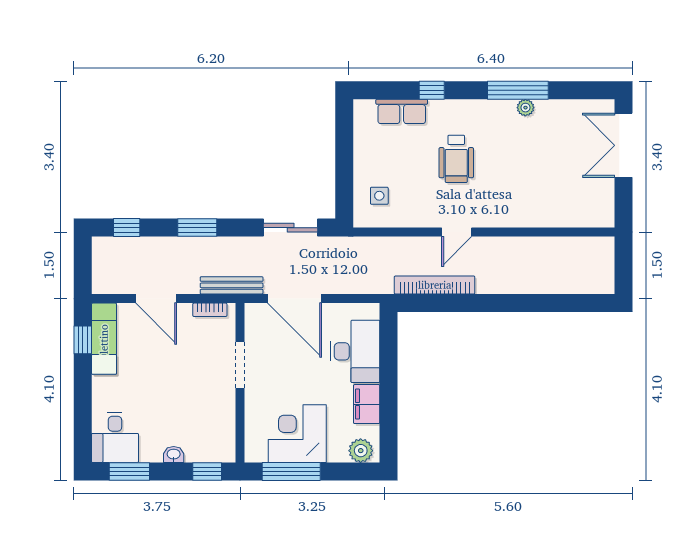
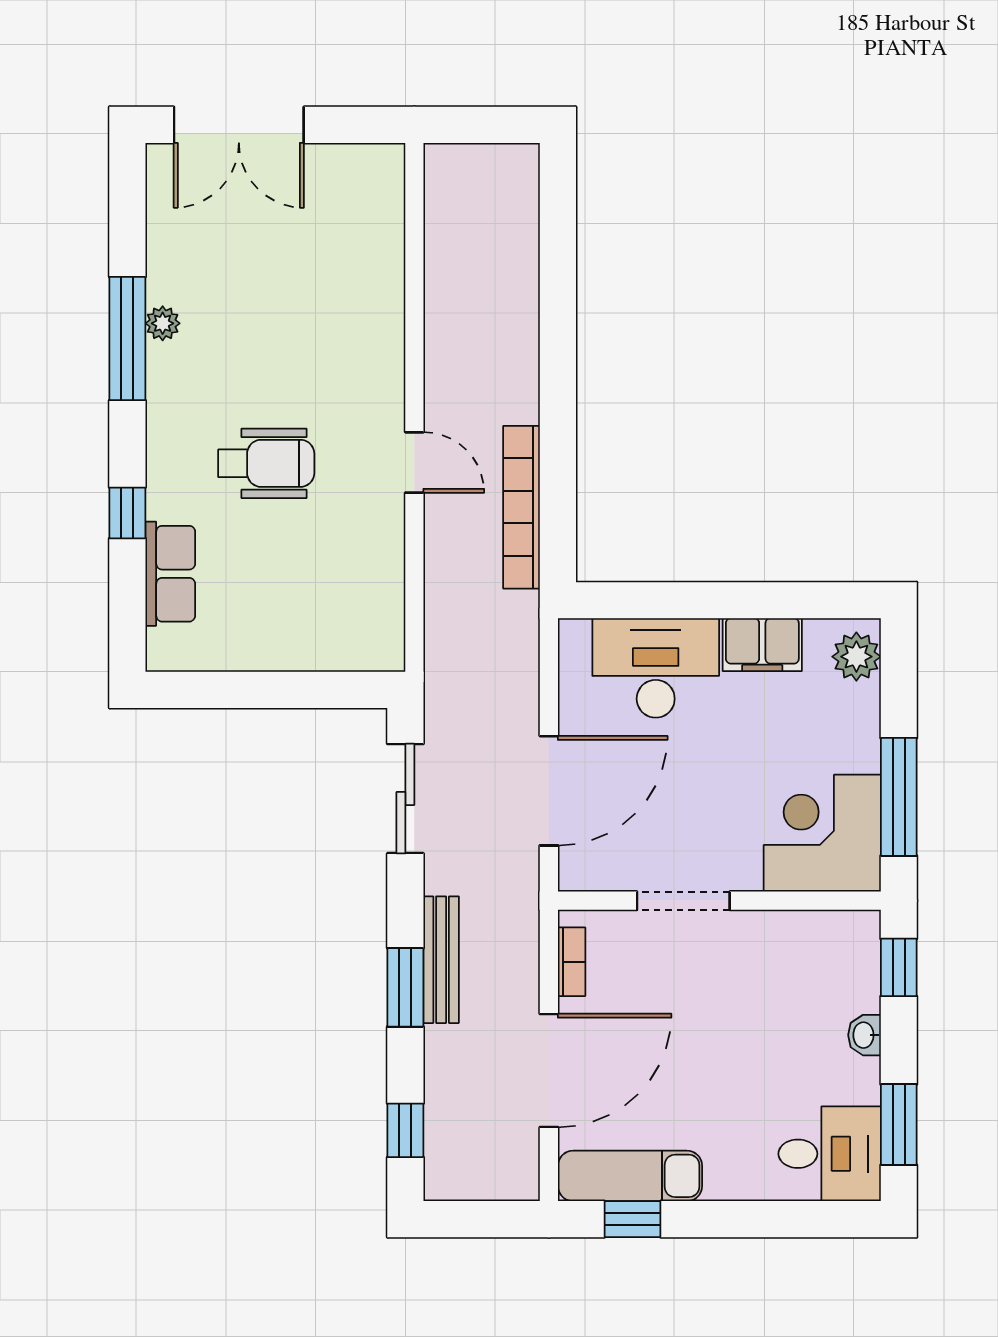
side table: (379, 196) -> (341, 619), removed
bench: (232, 285) -> (441, 960), moved
door: (156, 299) -> (549, 1070), width x1.36
corner desk: (297, 434) -> (822, 833), moved, turned 90

